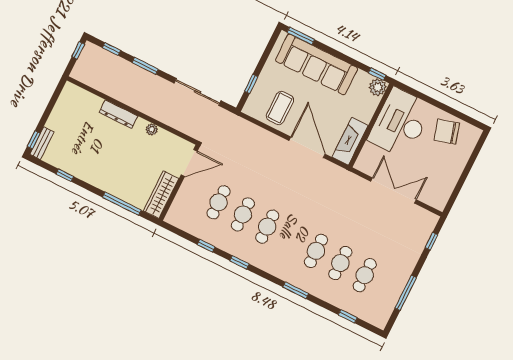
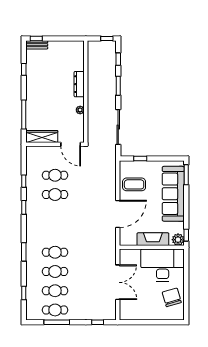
fireplace: (350, 141) -> (153, 239), moved
cafe table: (267, 227) -> (55, 310), moved

